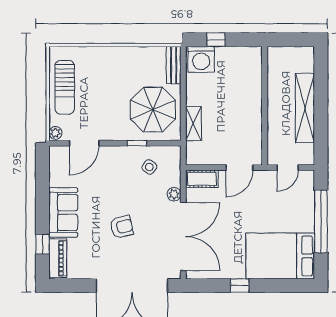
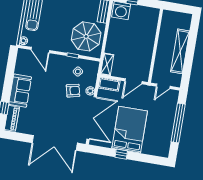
shelving: (193, 124) -> (107, 64), moved
door: (84, 143) -> (40, 50), hinge flipped
armchair: (122, 227) -> (73, 91), moved
bed: (280, 256) -> (130, 130), moved, turned 90

